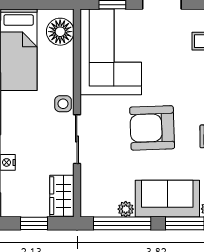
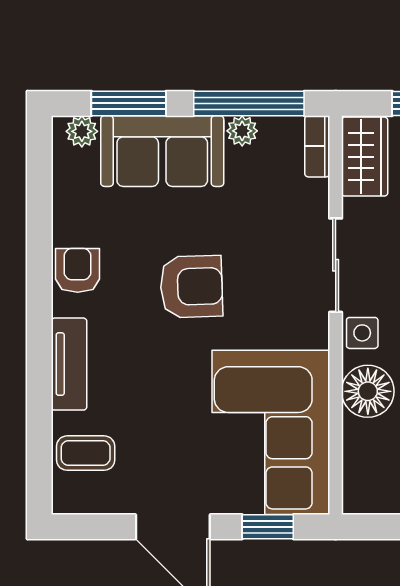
floor lamp: (60, 32) -> (368, 391), moved
armchair: (152, 128) -> (191, 287), width x0.73, depth x0.73
bookcase: (87, 201) -> (317, 146), added

